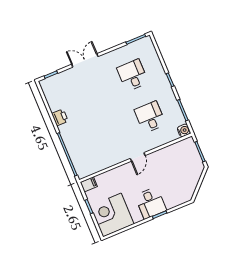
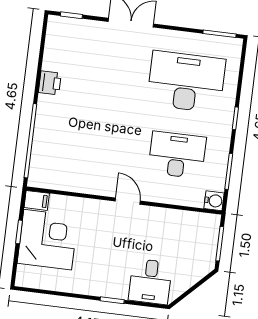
desk: (133, 75) -> (186, 82), width x1.87, depth x1.30
desk: (150, 117) -> (177, 155), width x1.37
door: (138, 157) -> (128, 201), swing flipped
desk: (151, 203) -> (150, 281), moved
corner desk: (112, 215) -> (48, 240), moved, turned 90

